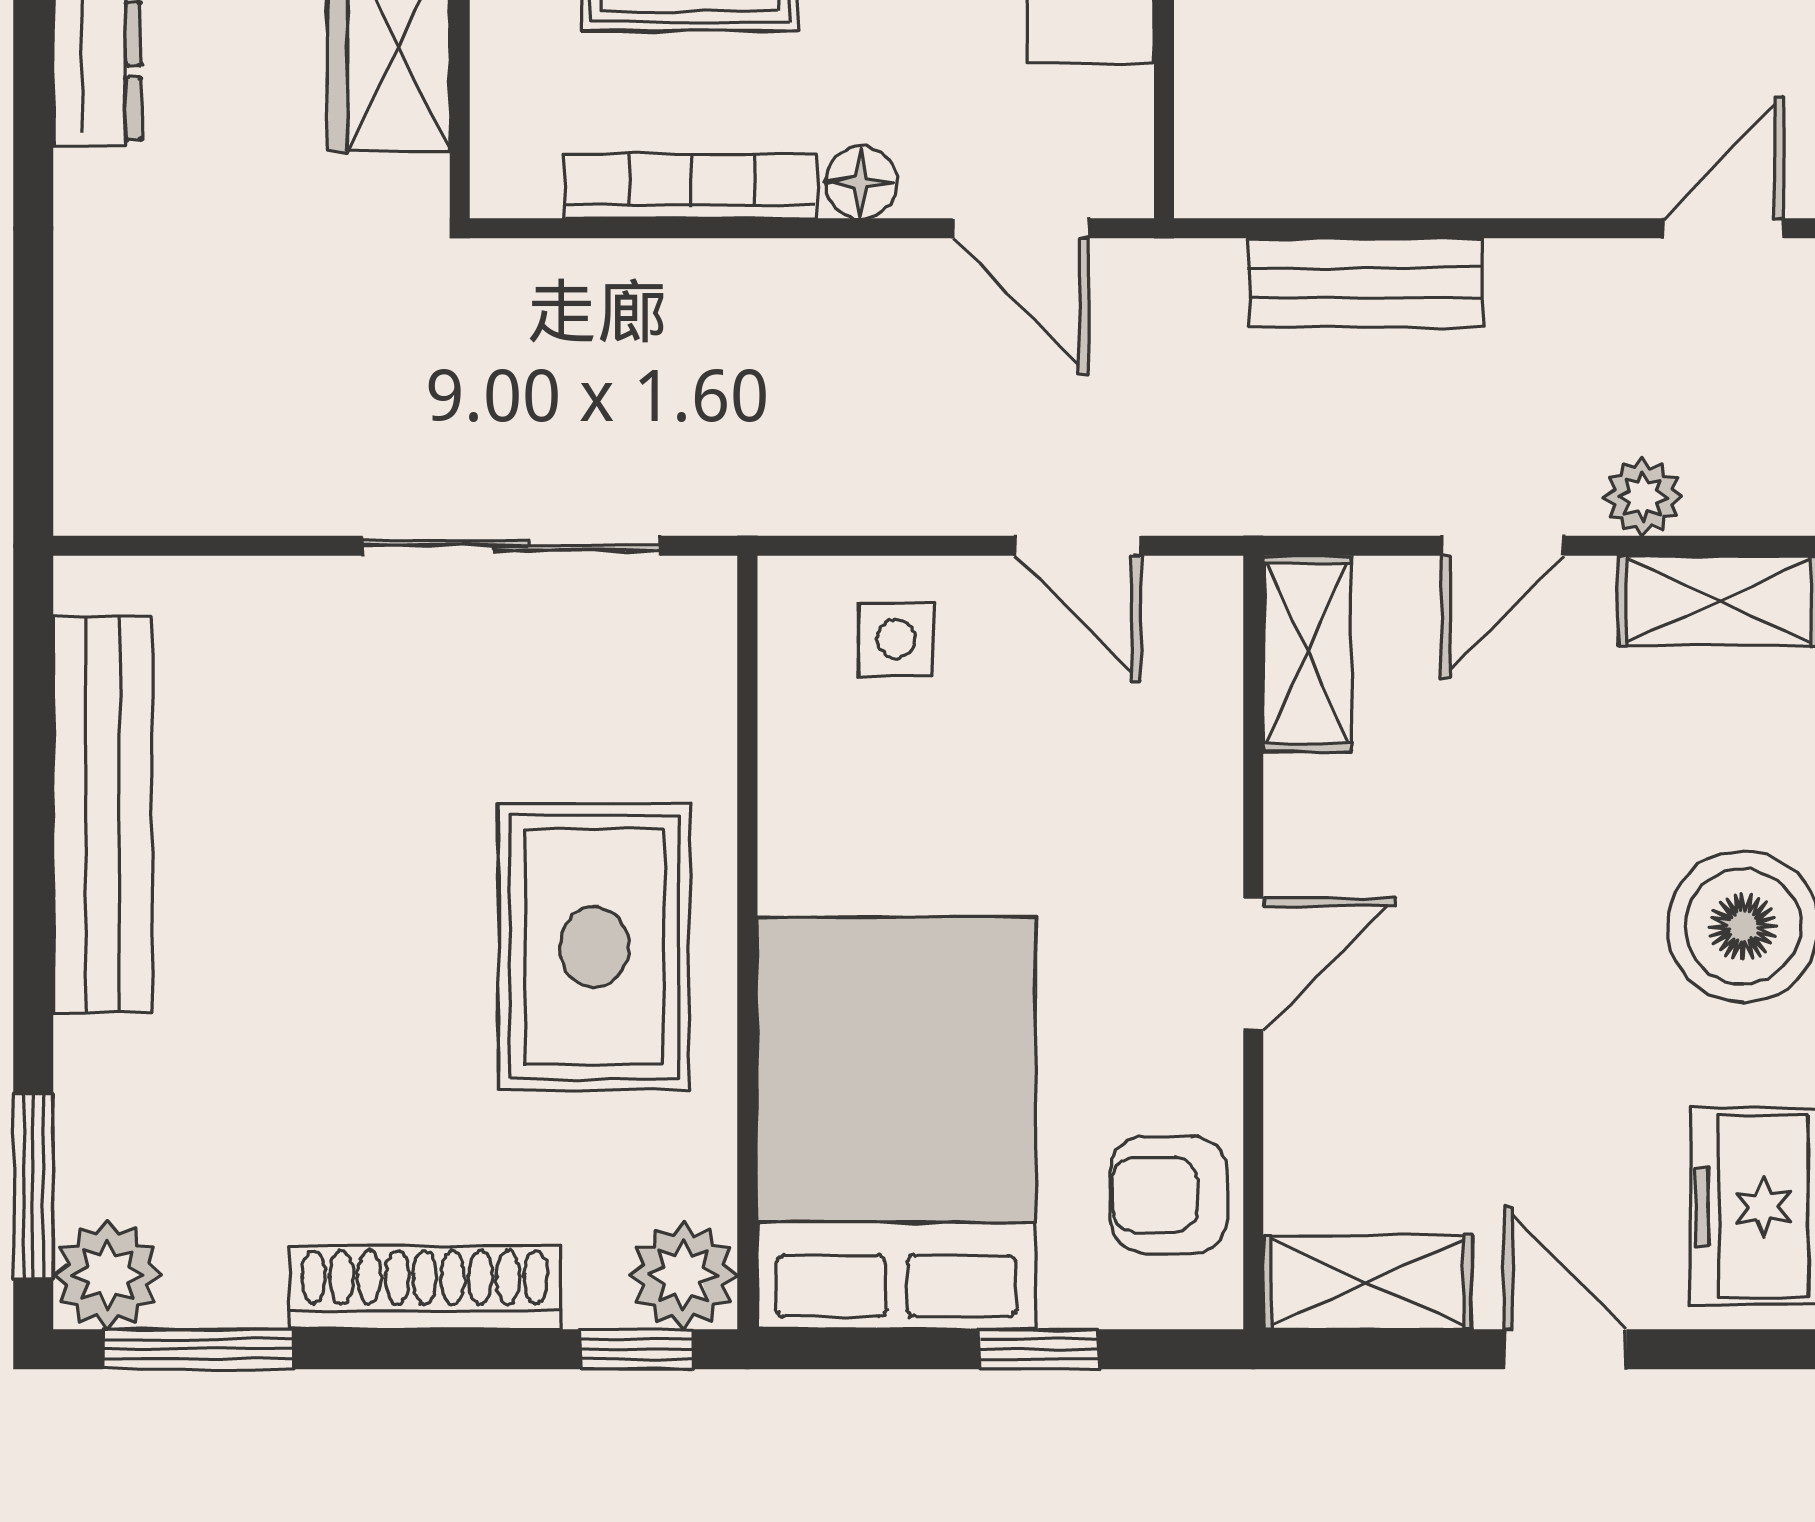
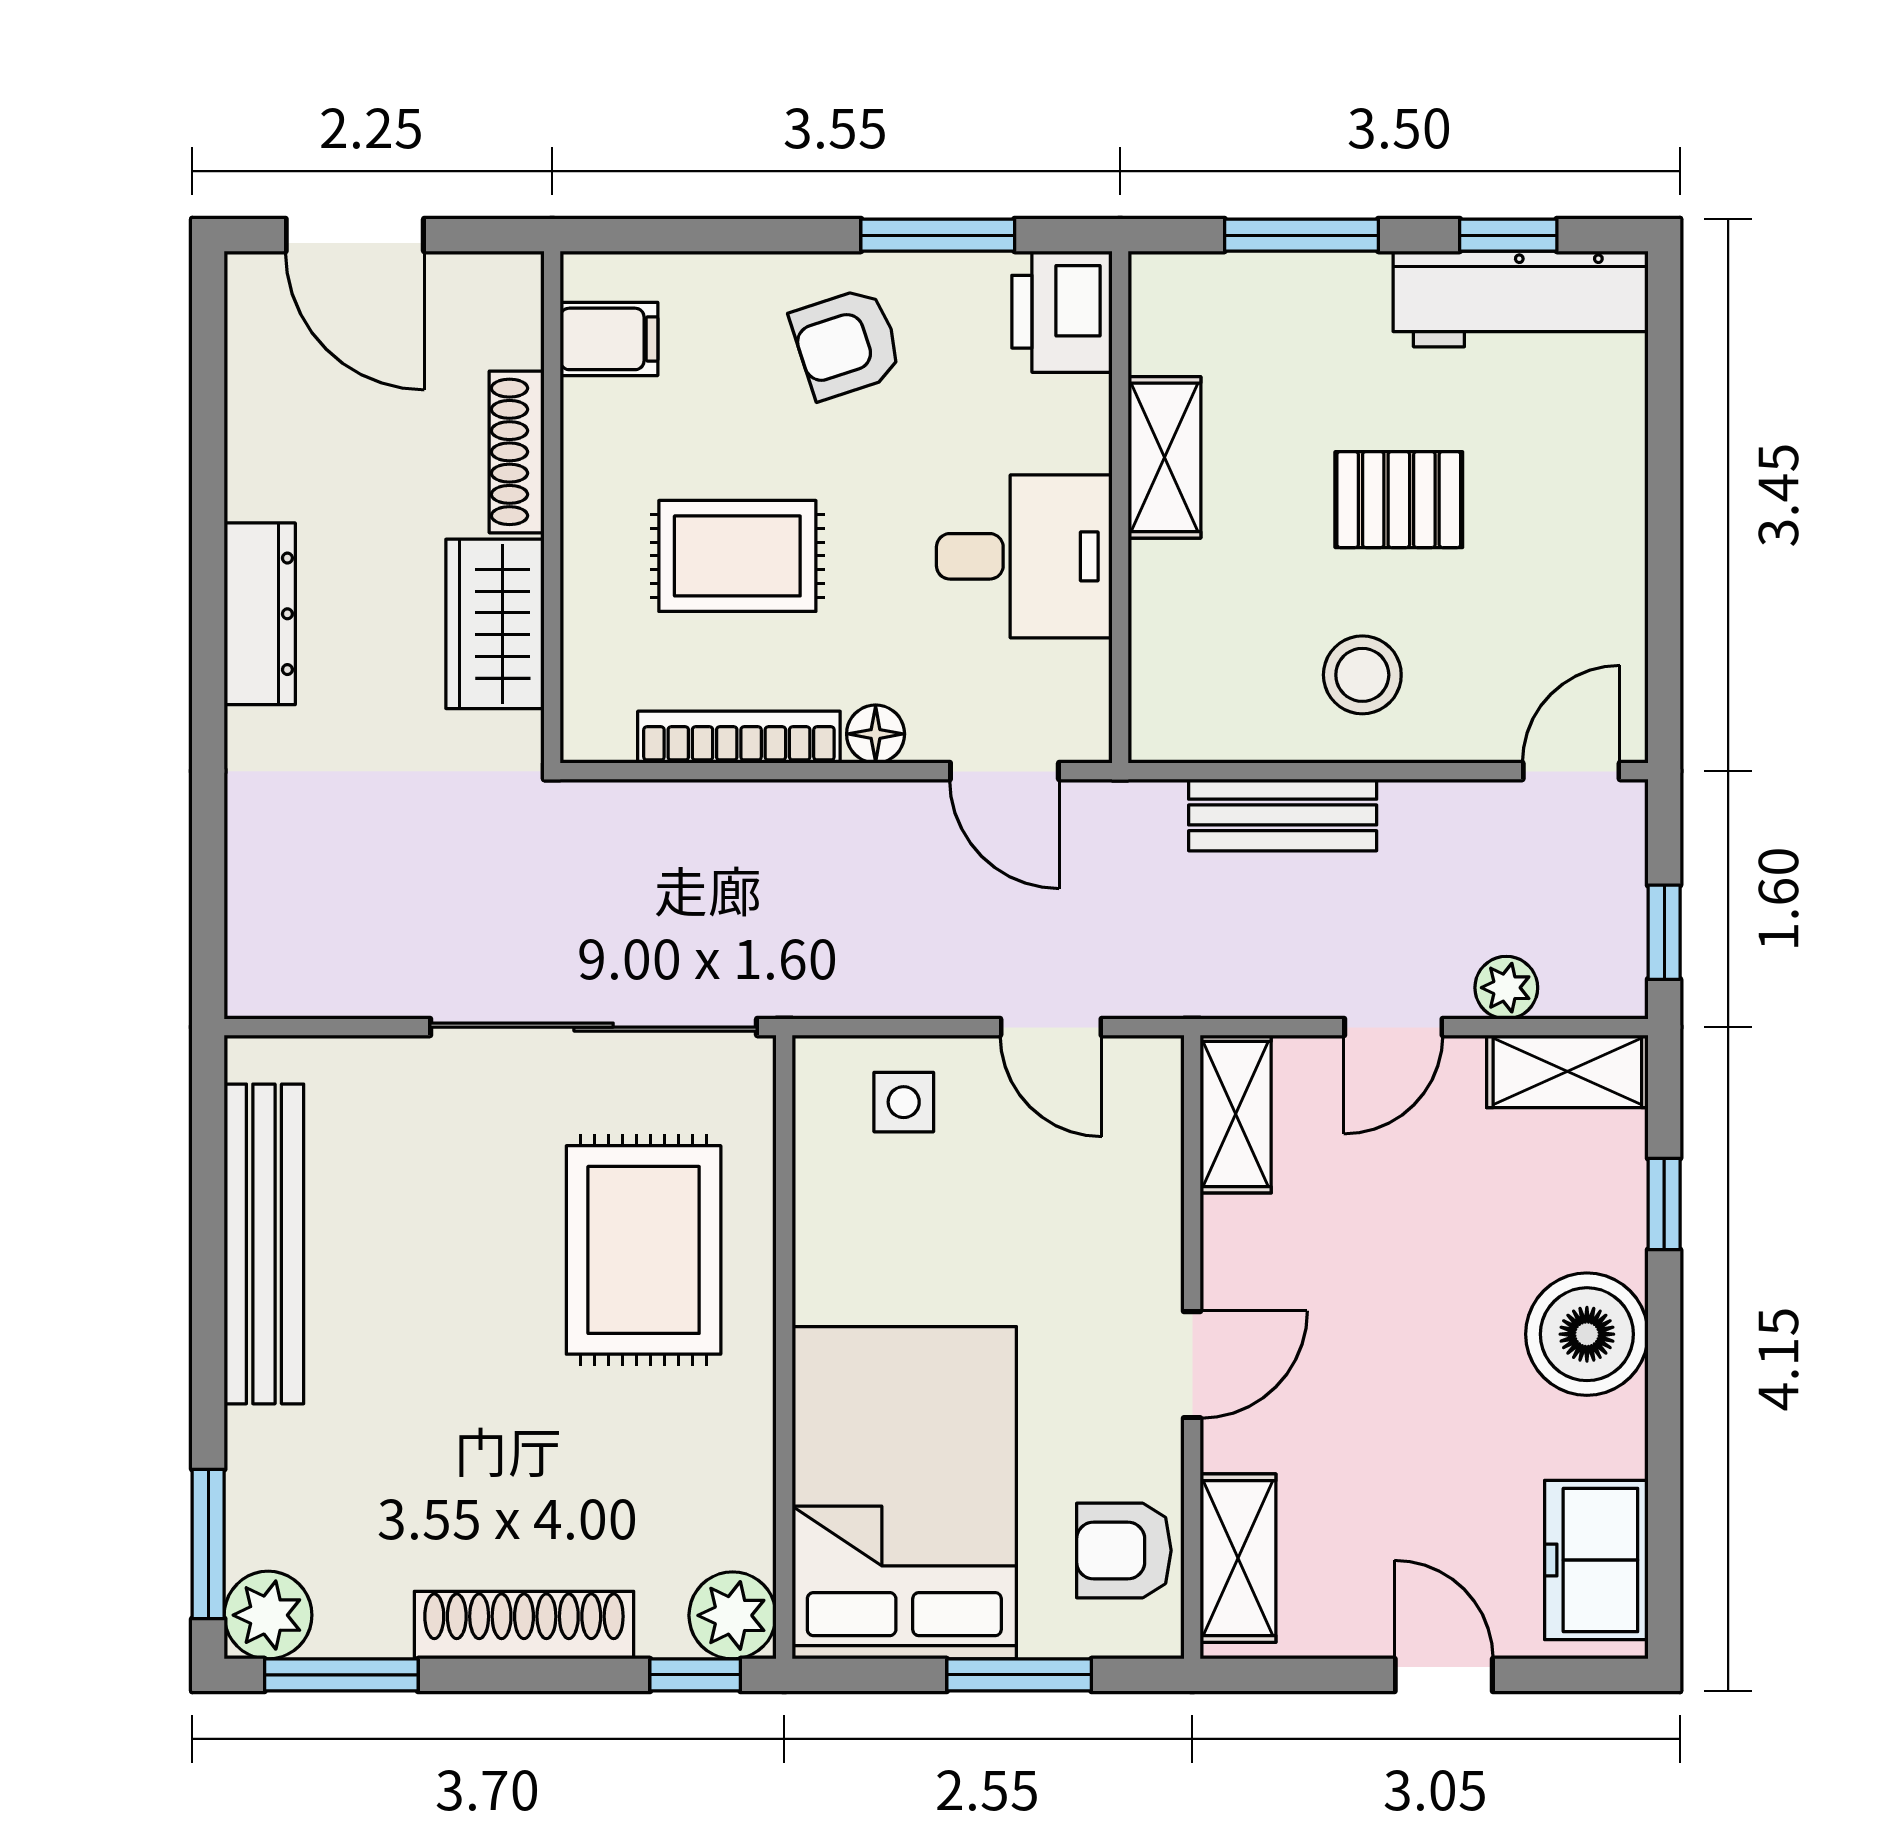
stool: (1464, 109) -> (1362, 675), added
sliding door: (511, 546) -> (594, 1027), width x1.36
rug: (594, 947) -> (644, 1250), moved
shelving: (1368, 1282) -> (1238, 1558), moved, turned 90
window: (1039, 1349) -> (1019, 1675), width x1.50

